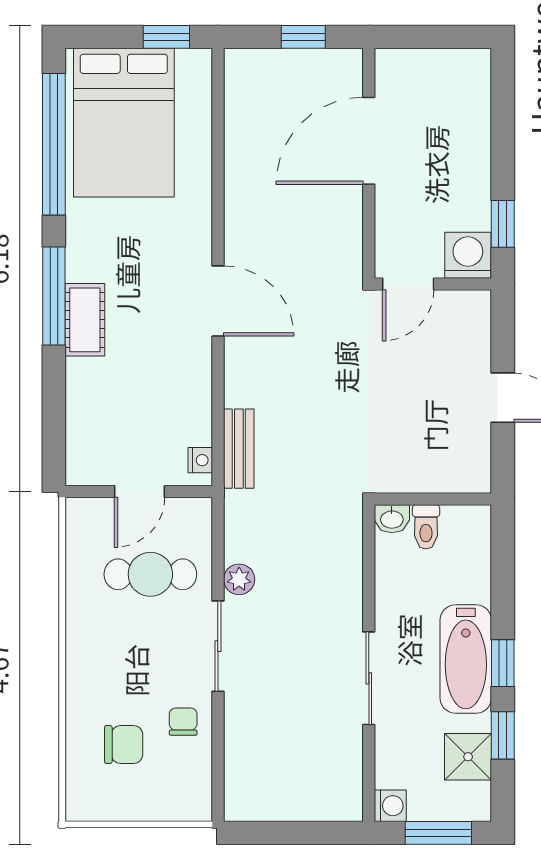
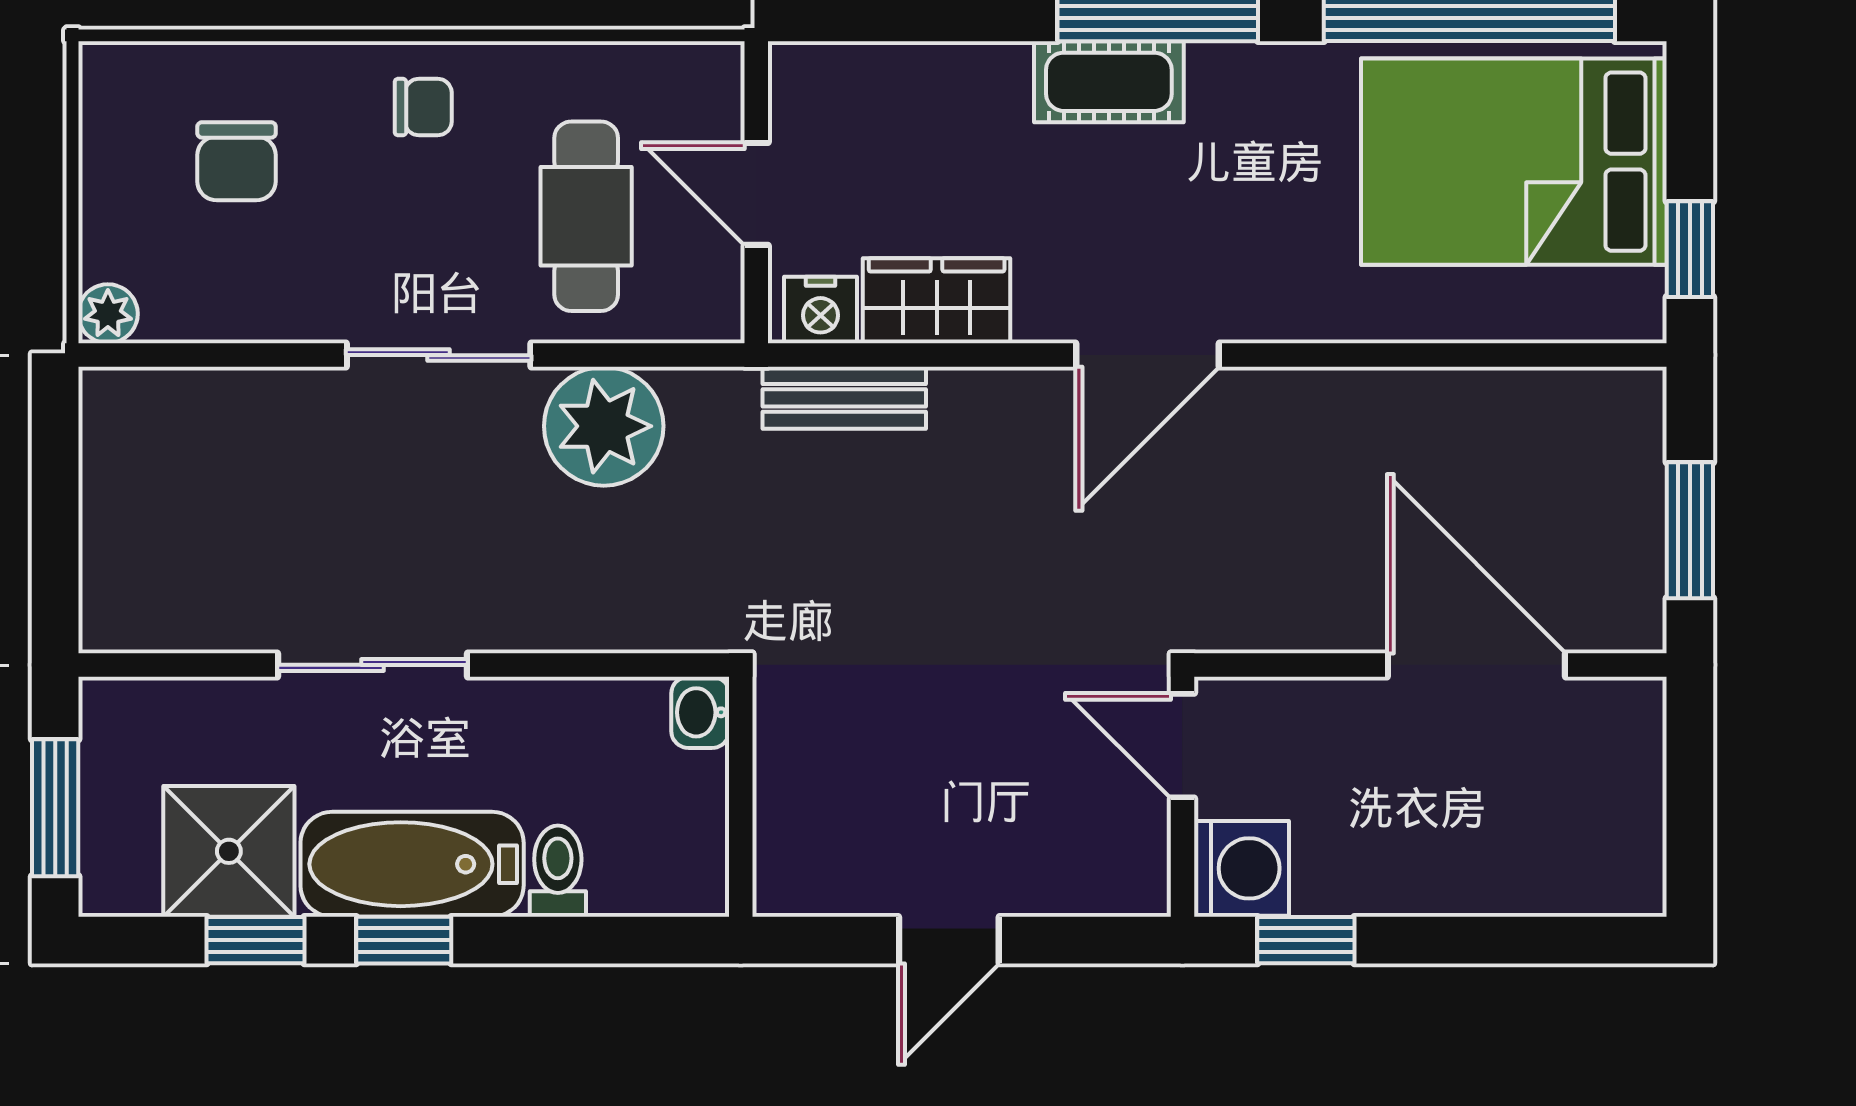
window: (303, 37) -> (1690, 530), width x1.50
wardrobe: (191, 404) -> (937, 301), added
nightstand: (200, 460) -> (820, 310), width x1.39, depth x1.35
toilet: (426, 527) -> (558, 871), moved, turned 90
plant: (239, 579) -> (604, 426), width x1.87, depth x1.87
chair: (183, 722) -> (423, 107), moved
shower: (468, 757) -> (229, 851), width x1.36, depth x1.36
washing machine: (390, 806) -> (111, 709), removed
plant: (198, 807) -> (108, 314), added

